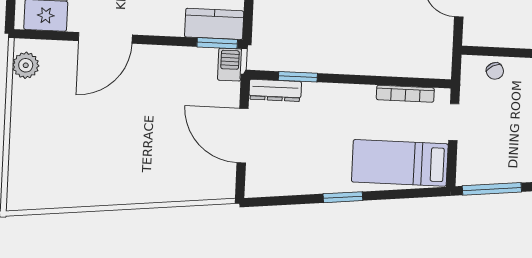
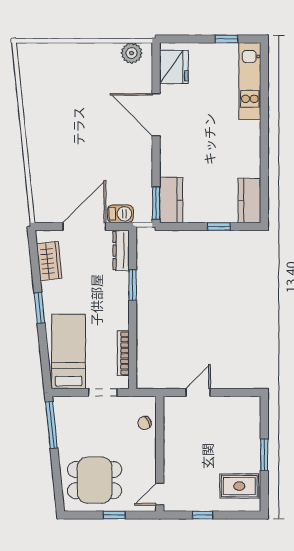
barbecue: (230, 65) -> (120, 214), moved
window: (298, 77) -> (133, 285), moved
wardrobe: (284, 182) -> (49, 261), added

